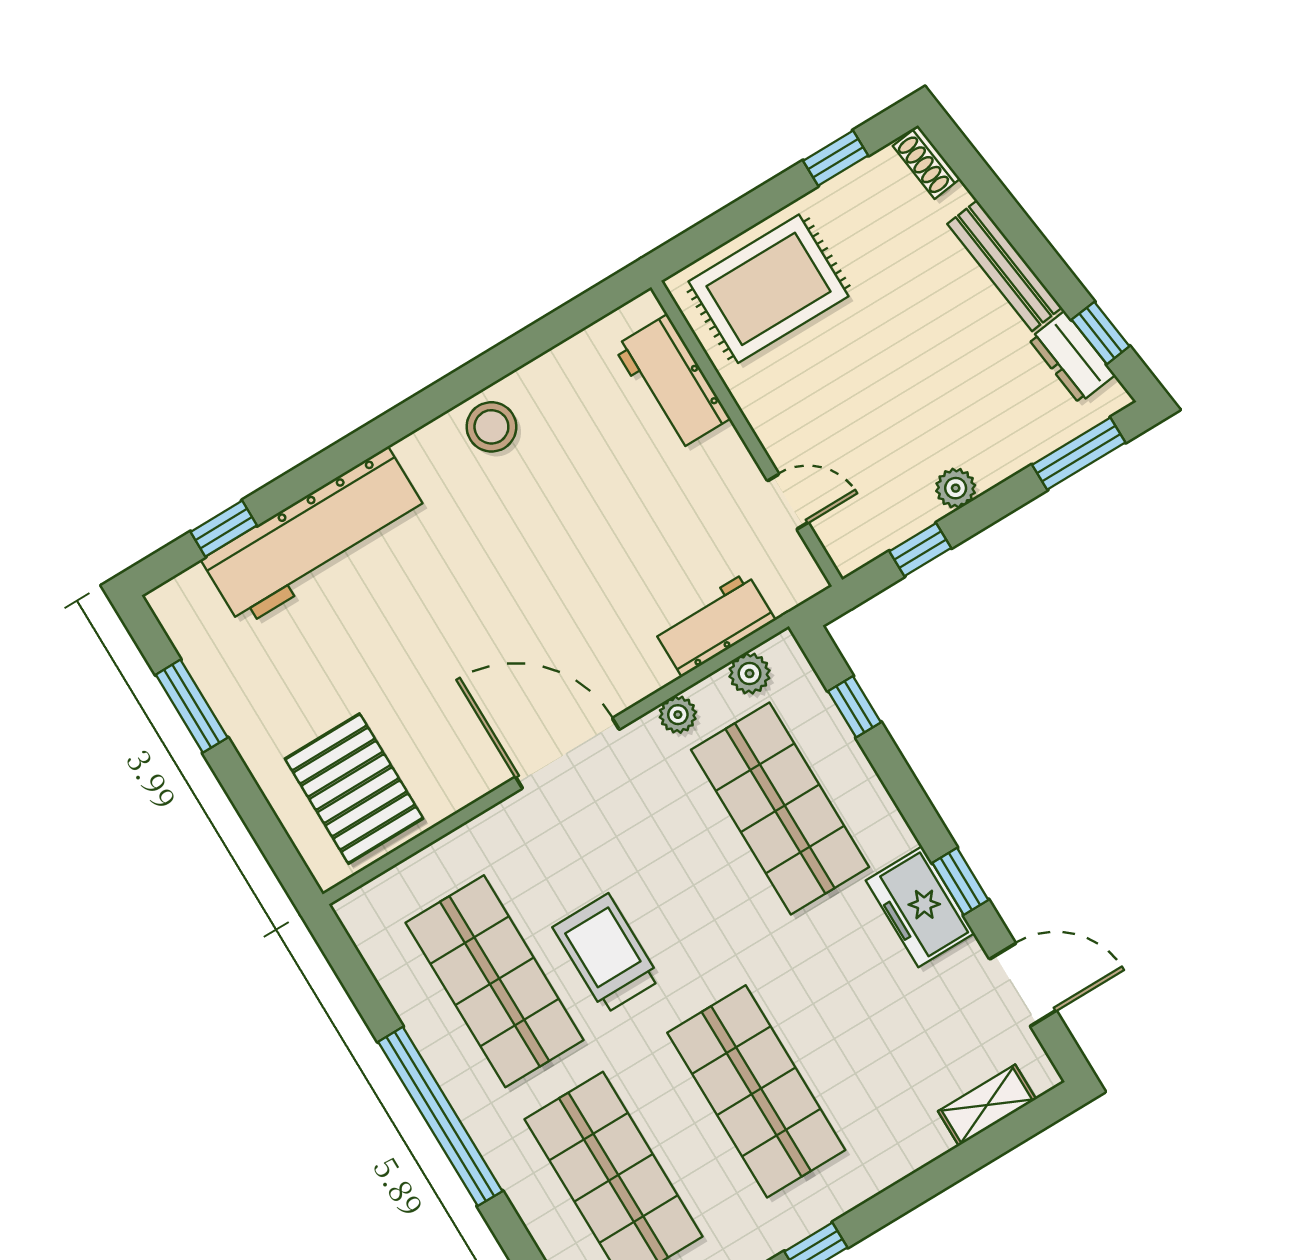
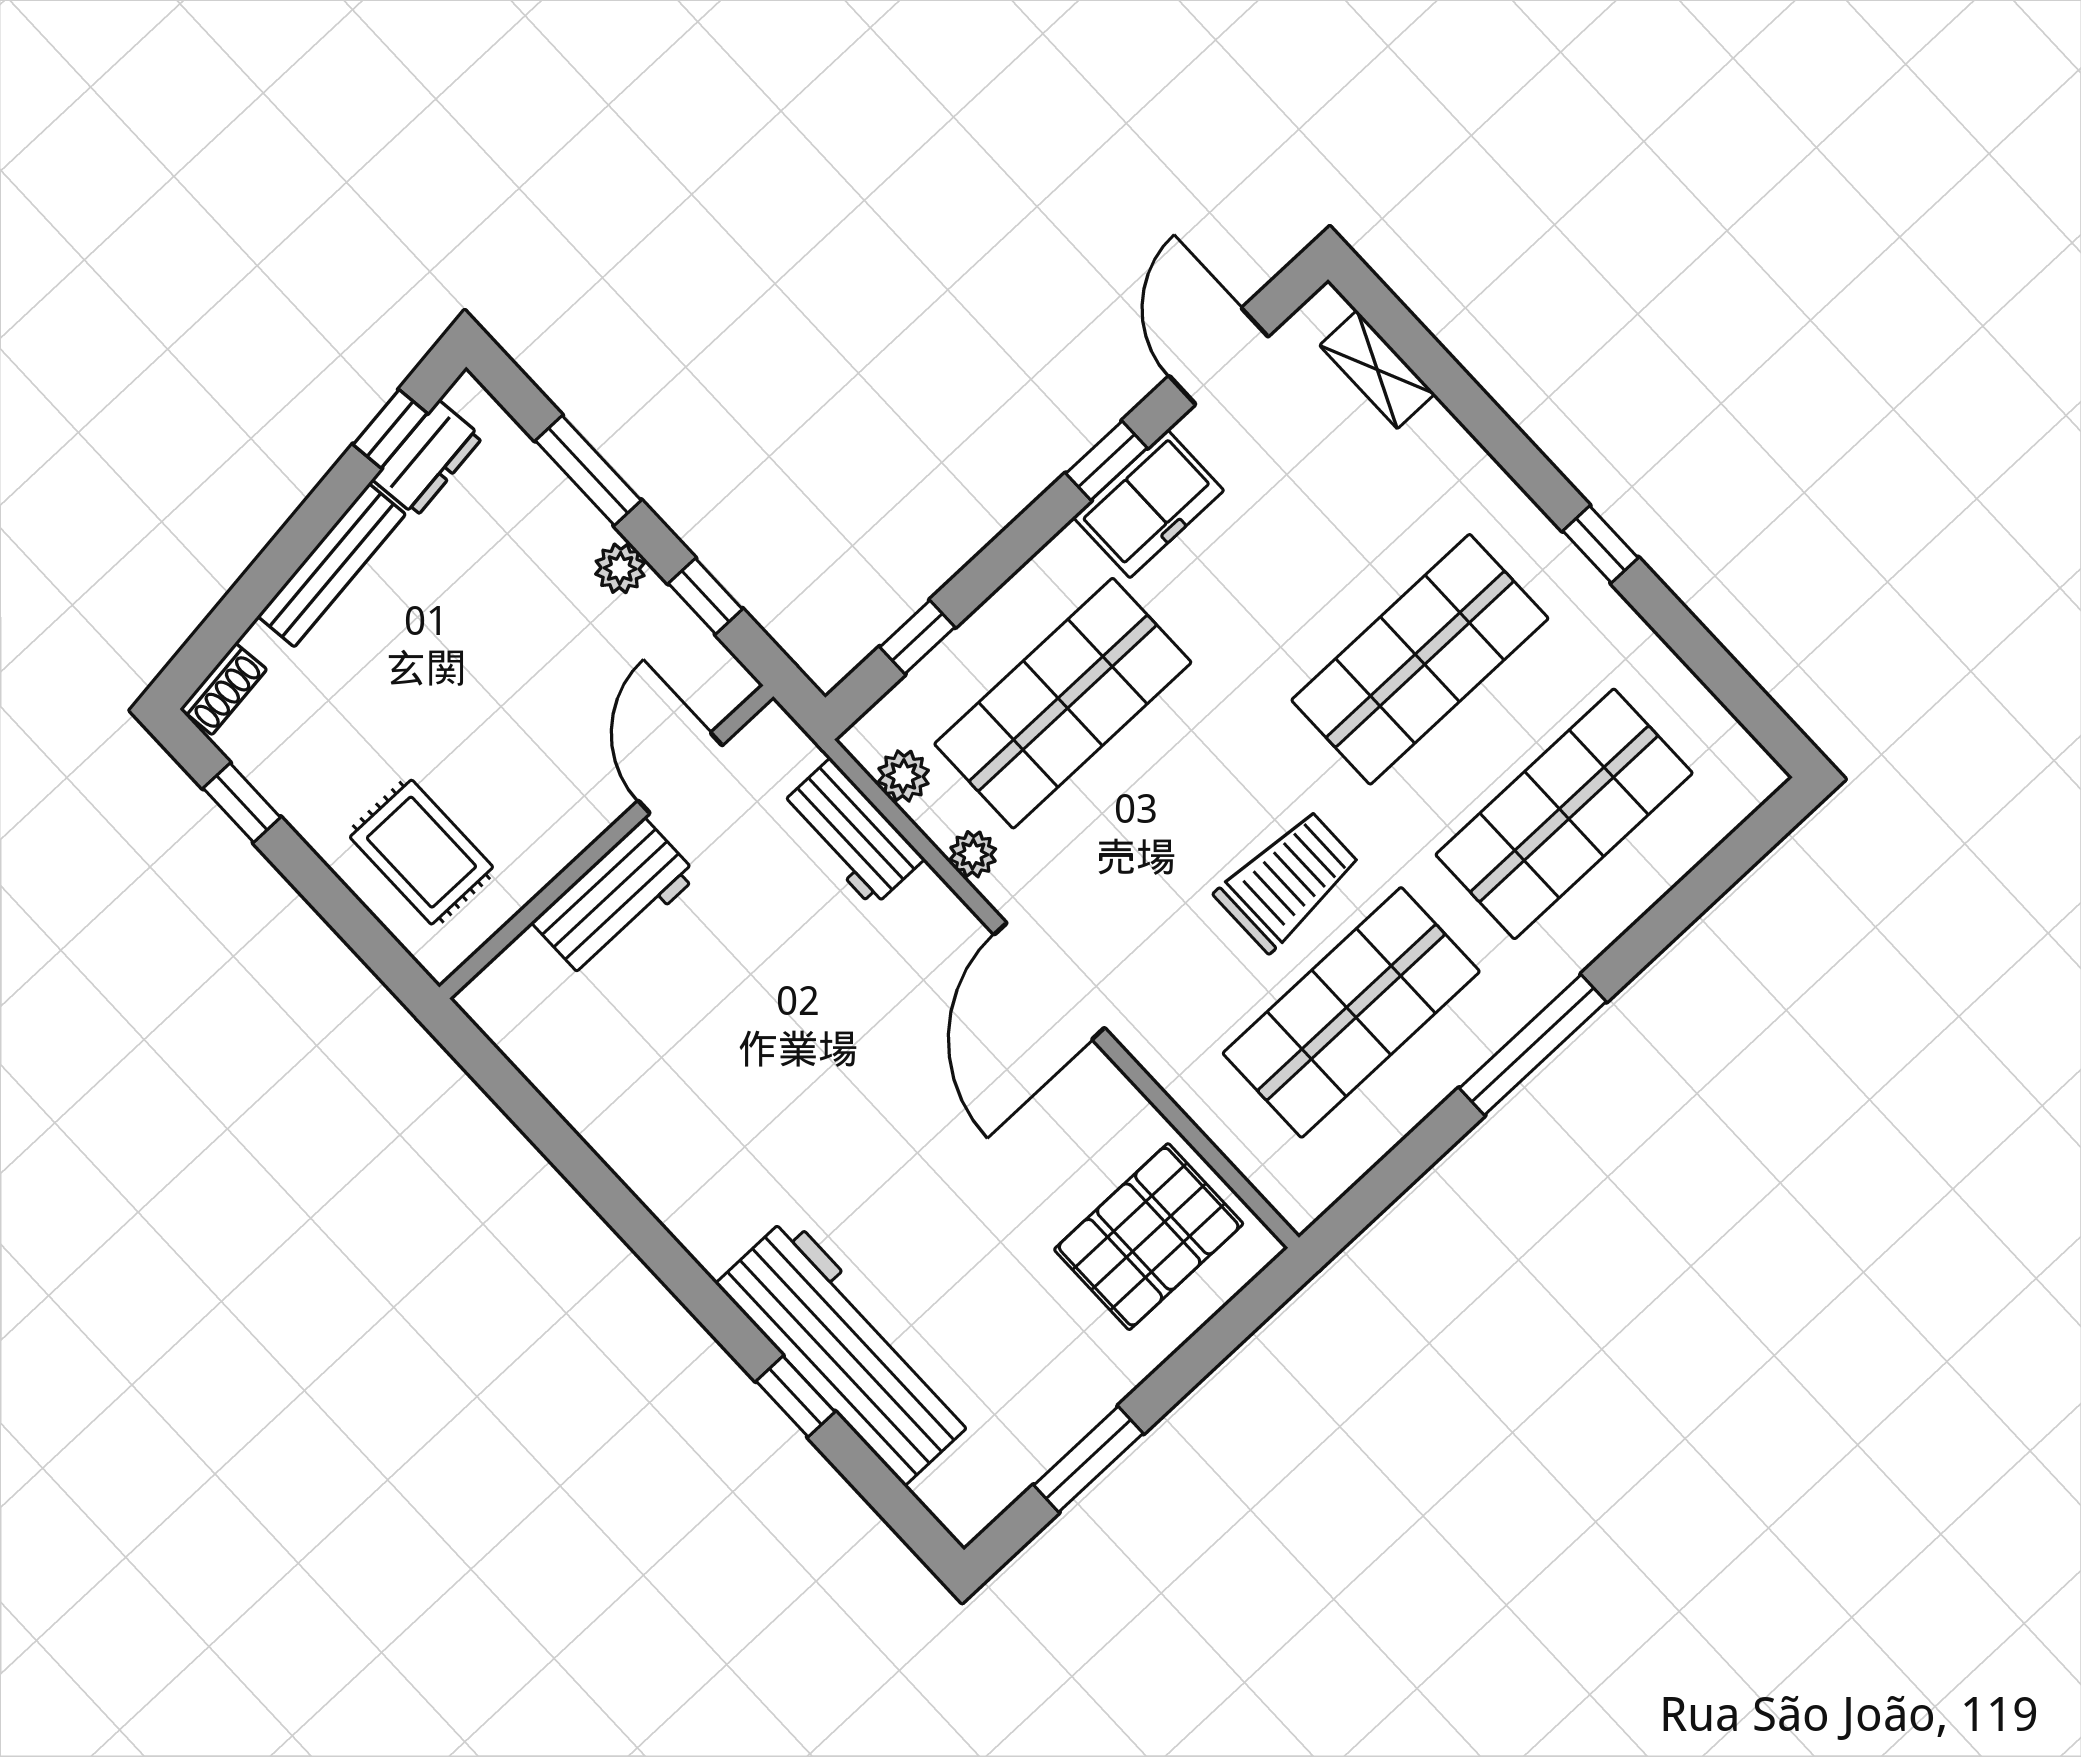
rug: (769, 289) -> (421, 852), width x0.73, depth x0.70
workbench: (672, 383) -> (615, 899), moved
stool: (491, 427) -> (664, 1160), removed
window: (1079, 454) -> (588, 470), moved
door: (788, 502) -> (680, 773), width x1.38
window: (224, 529) -> (795, 1396), moved
trolley: (607, 954) -> (1288, 881), turned 180
window: (440, 1116) -> (1533, 1045), width x0.68

